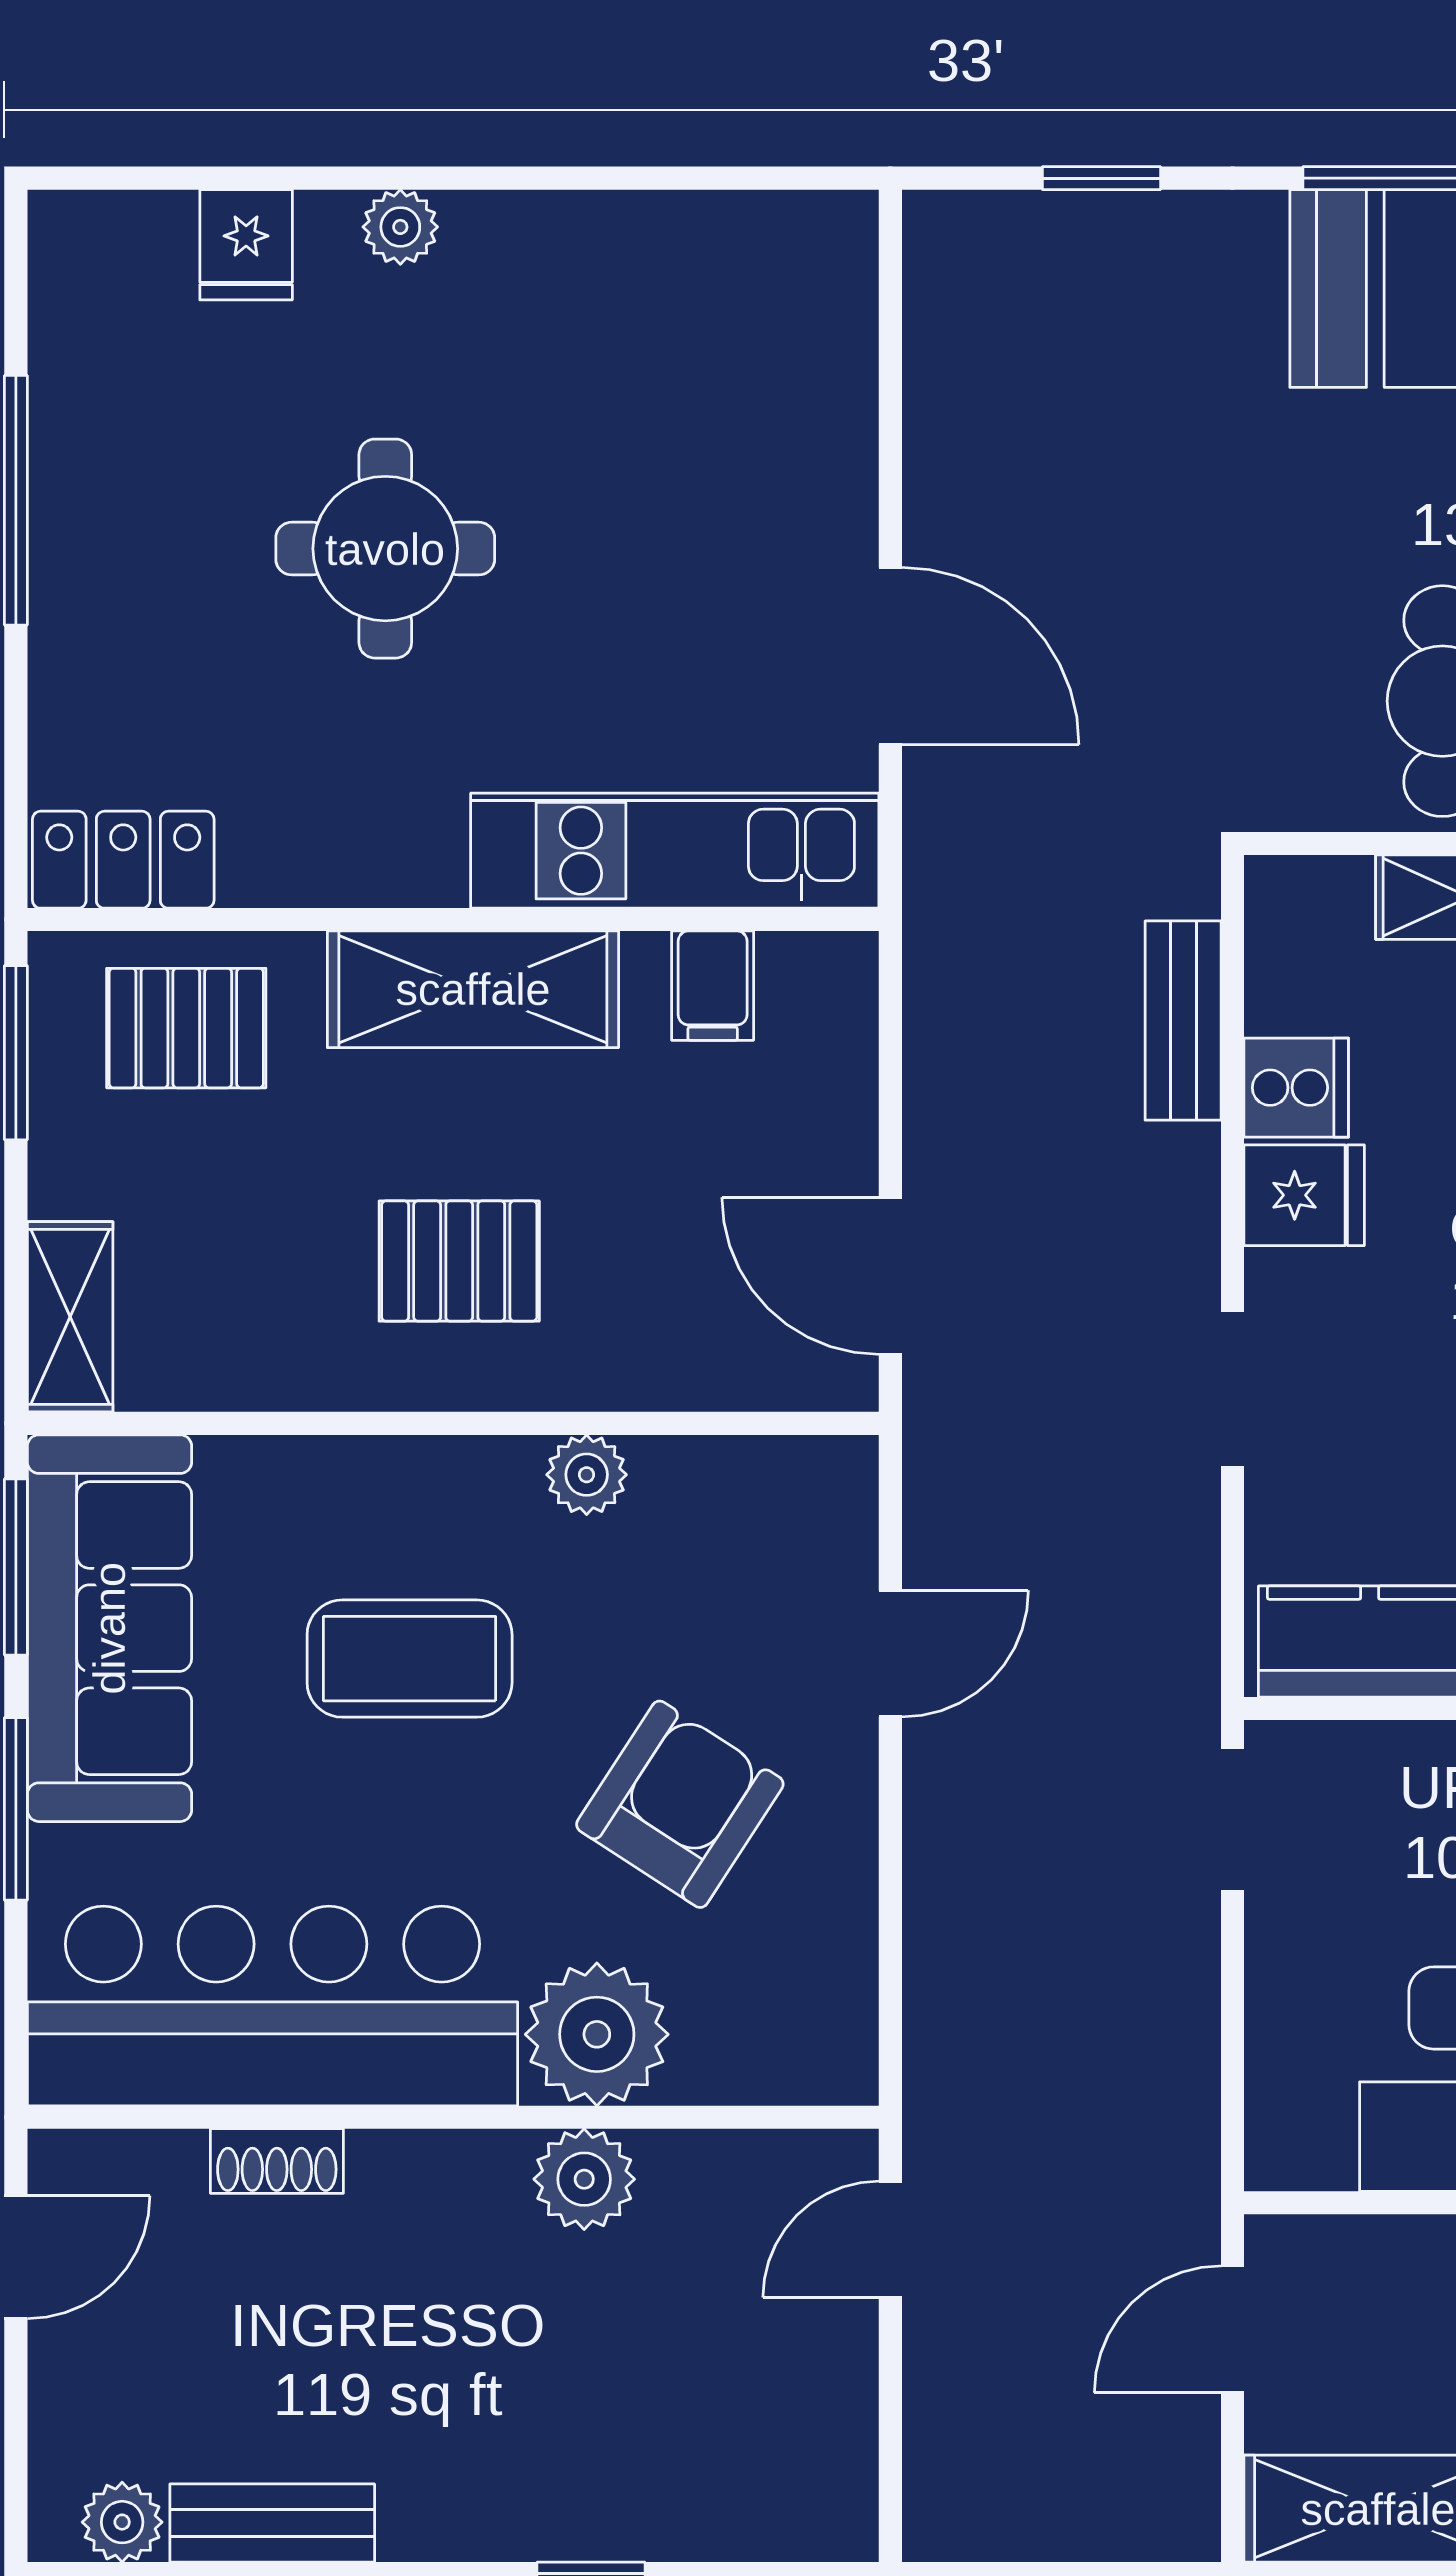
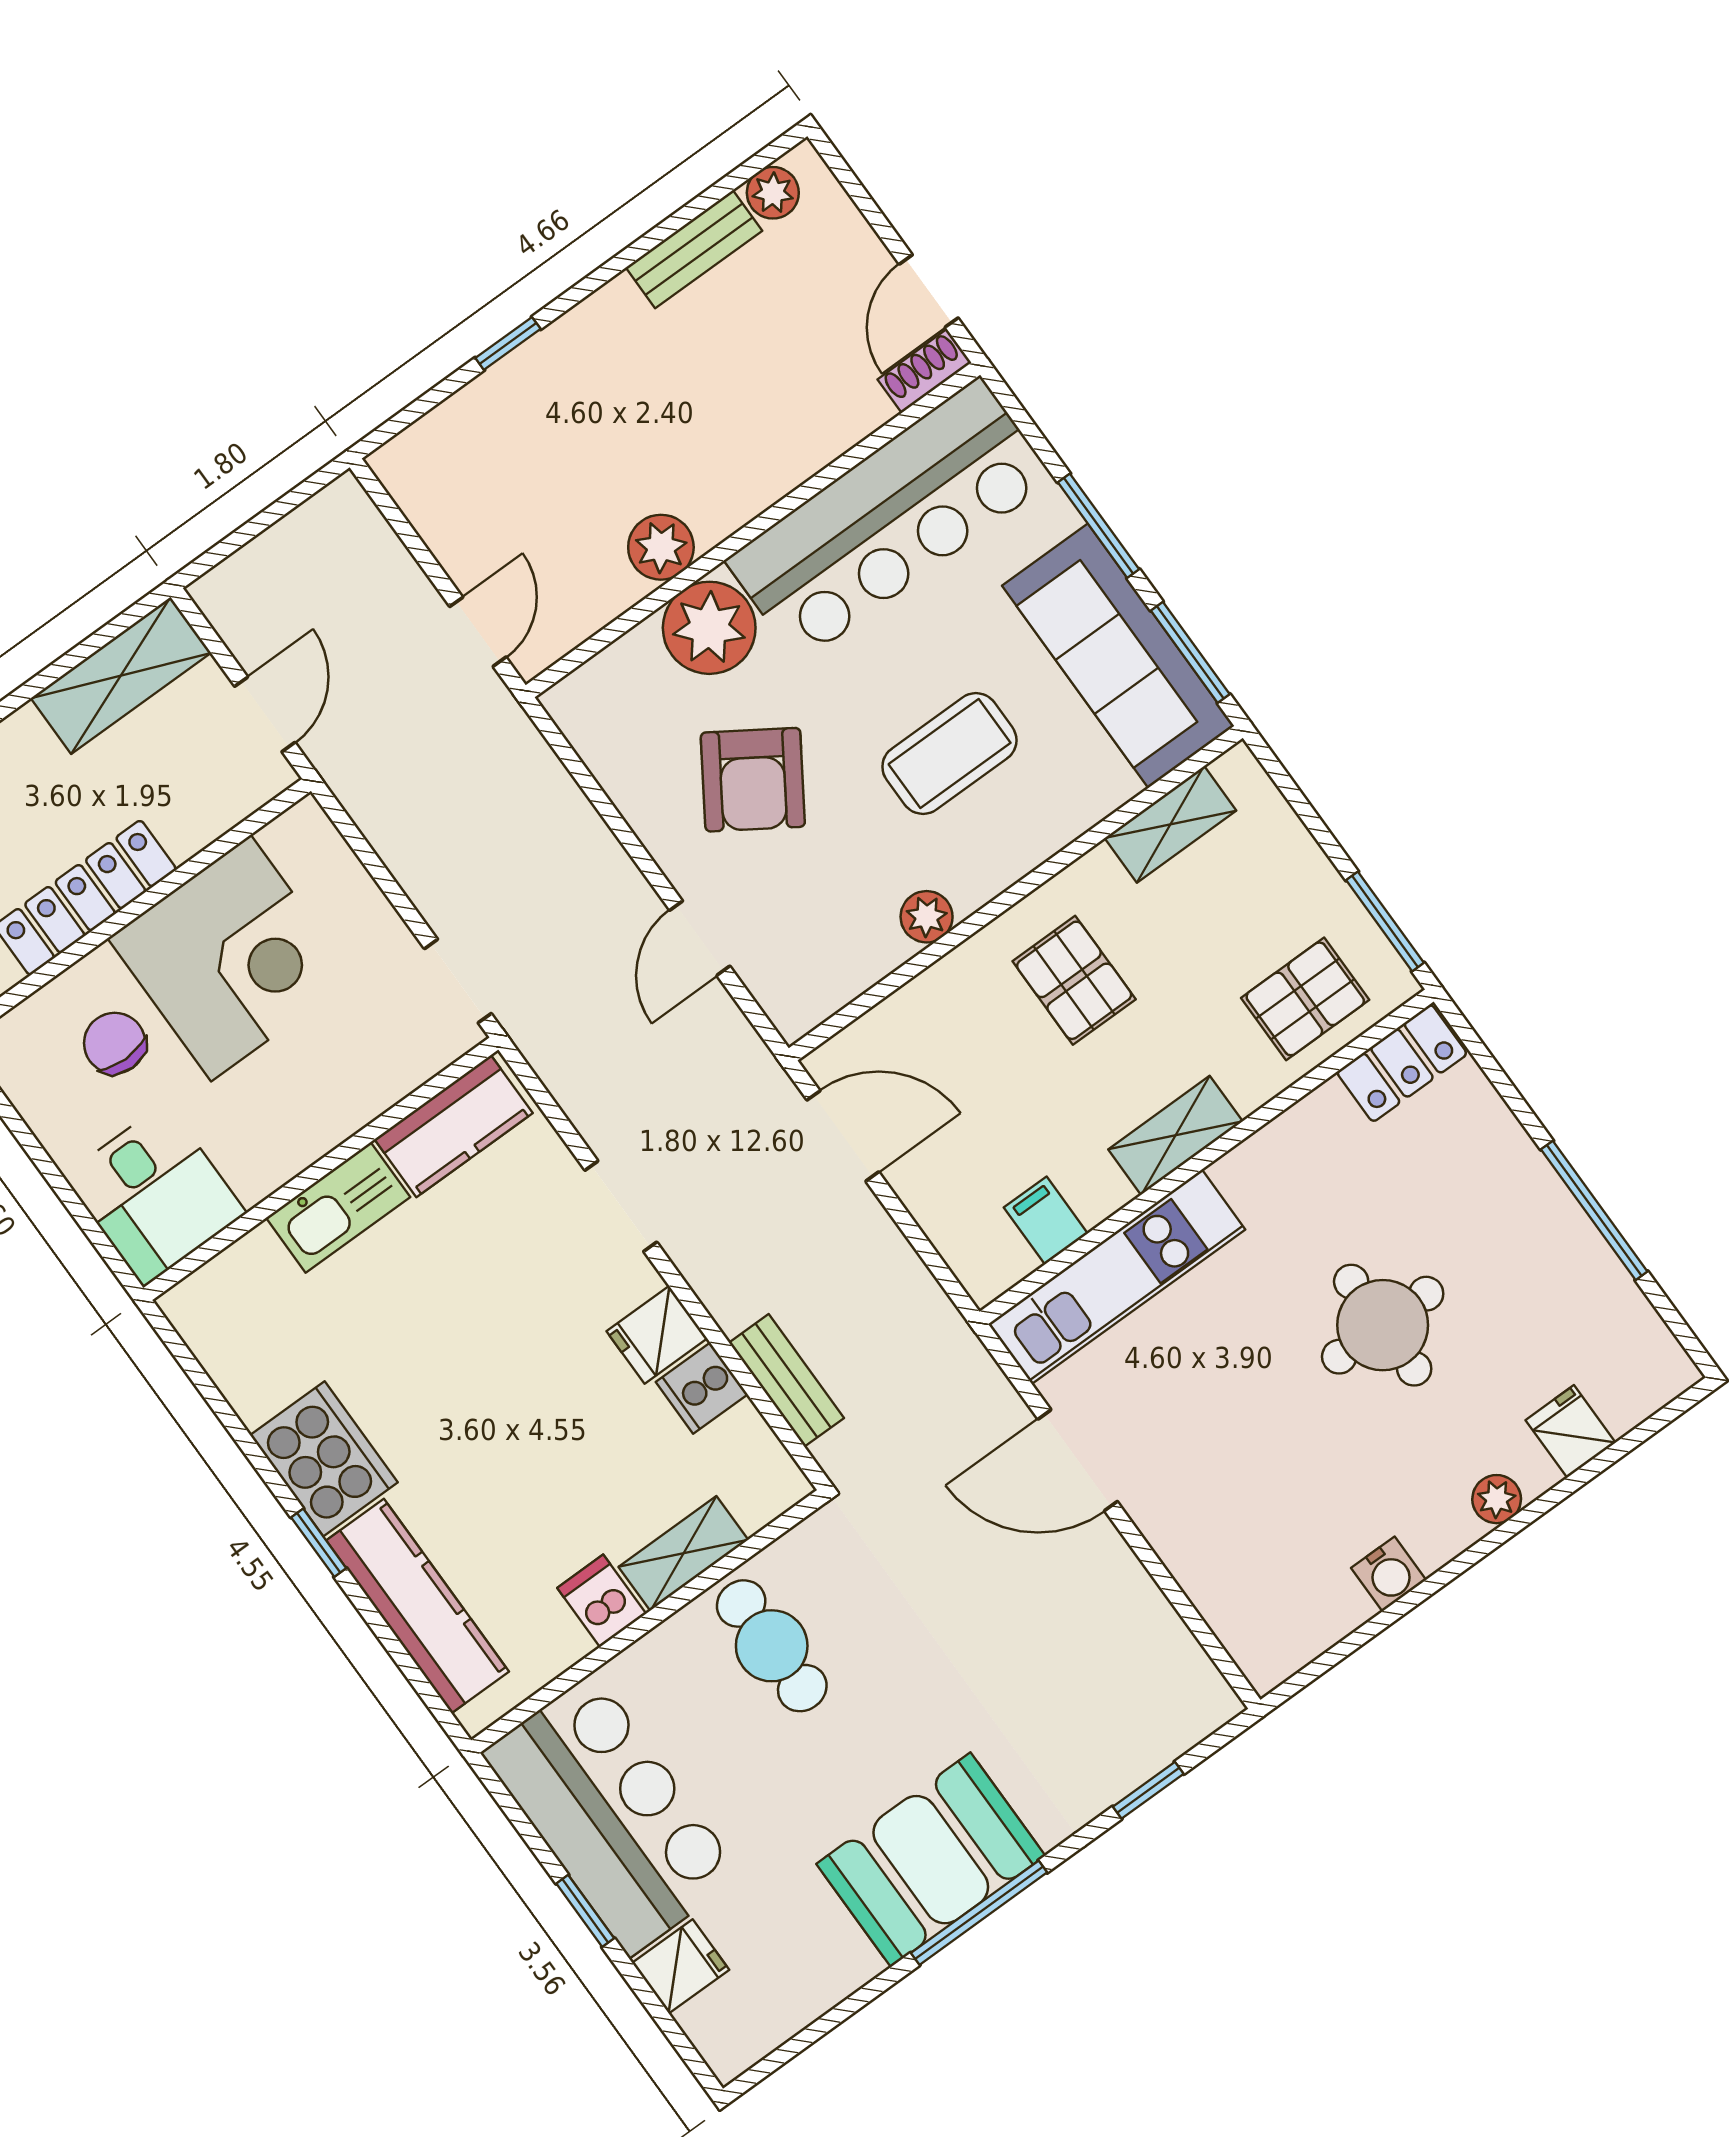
water cooler: (604, 231) -> (1389, 1574), added
shelving: (473, 989) -> (1175, 1135), width x0.67, depth x0.75
pallet: (459, 1261) -> (1074, 980), turned 90
shelving: (70, 1317) -> (1170, 824), moved, turned 90
shoe rack: (277, 2161) -> (924, 371), moved

